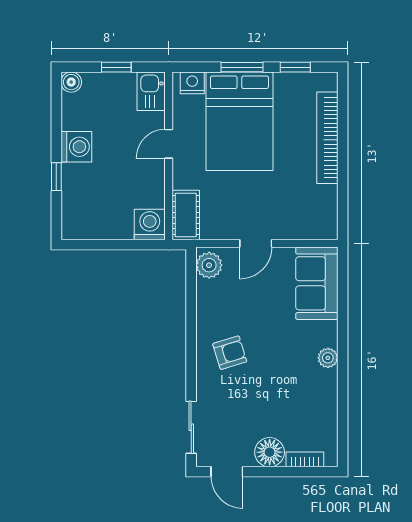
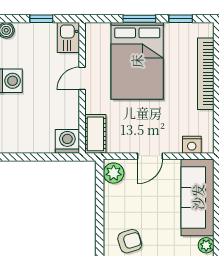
nightstand: (192, 83) -> (192, 145), moved, turned 180
sofa: (317, 283) -> (198, 197), width x1.36

